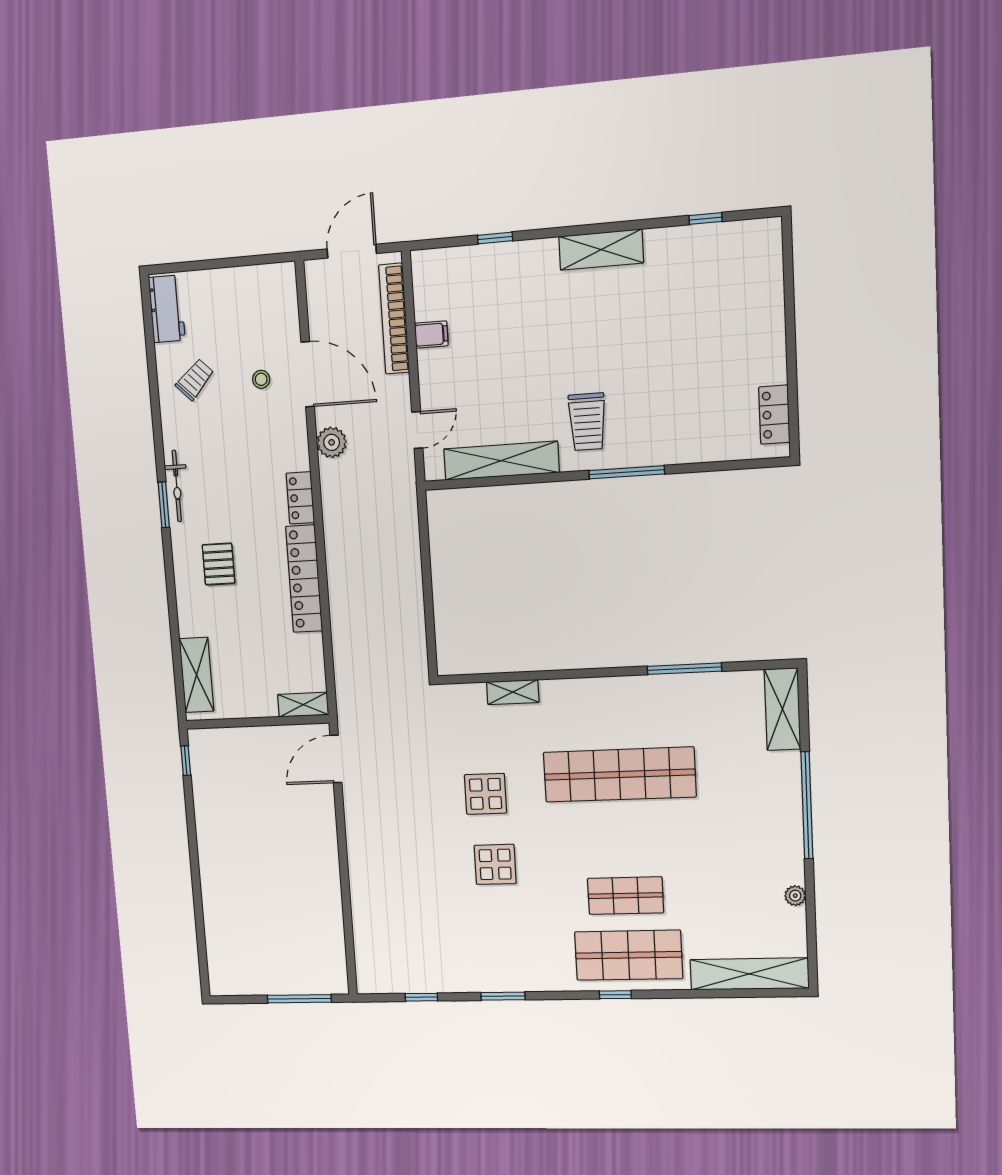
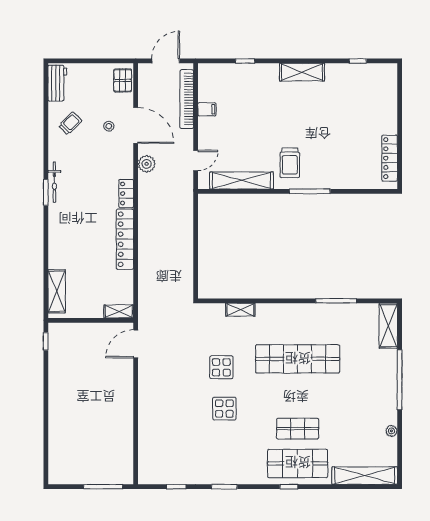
locker: (774, 415) -> (390, 158), width x1.53
pallet: (219, 564) -> (123, 80), moved

